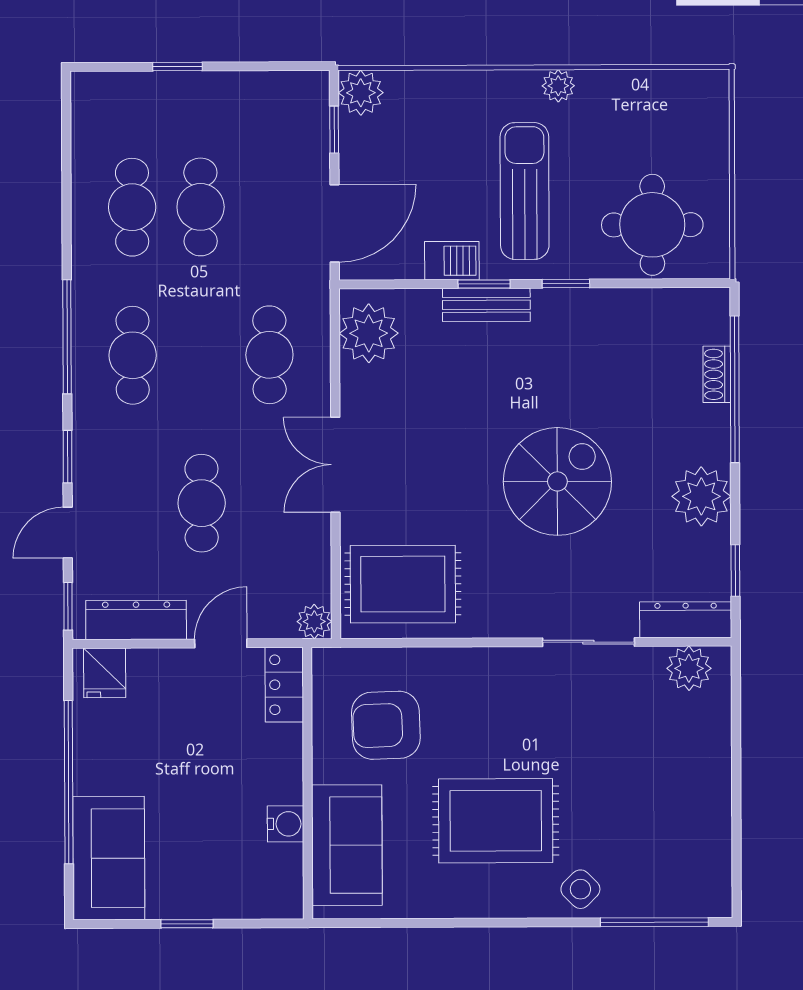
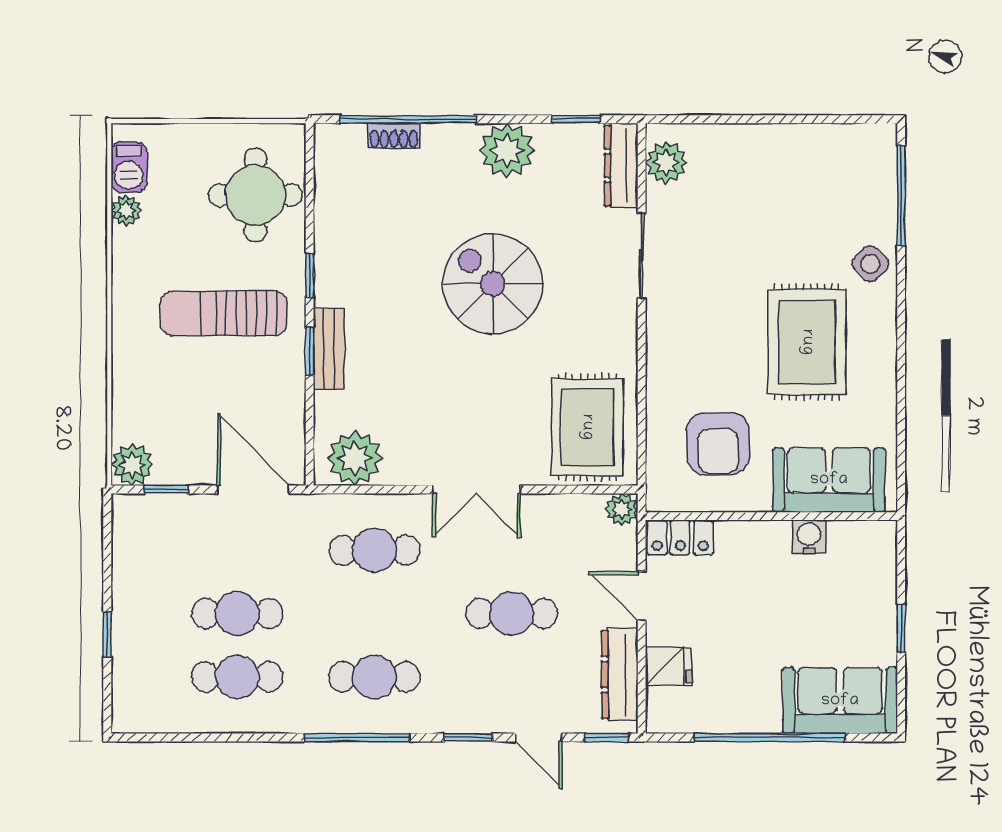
plant: (558, 86) -> (126, 211), moved
barbecue: (452, 261) -> (129, 167), moved, turned 180
fridge: (105, 673) -> (669, 666), moved

